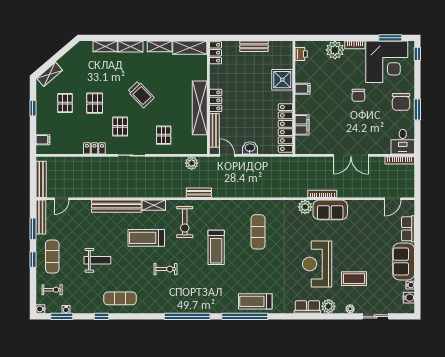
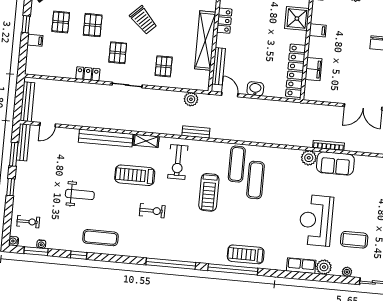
locker: (216, 100) -> (224, 21), moved
filing cabinet: (43, 140) -> (35, 40), moved
exercise mat: (52, 257) -> (237, 164), moved

